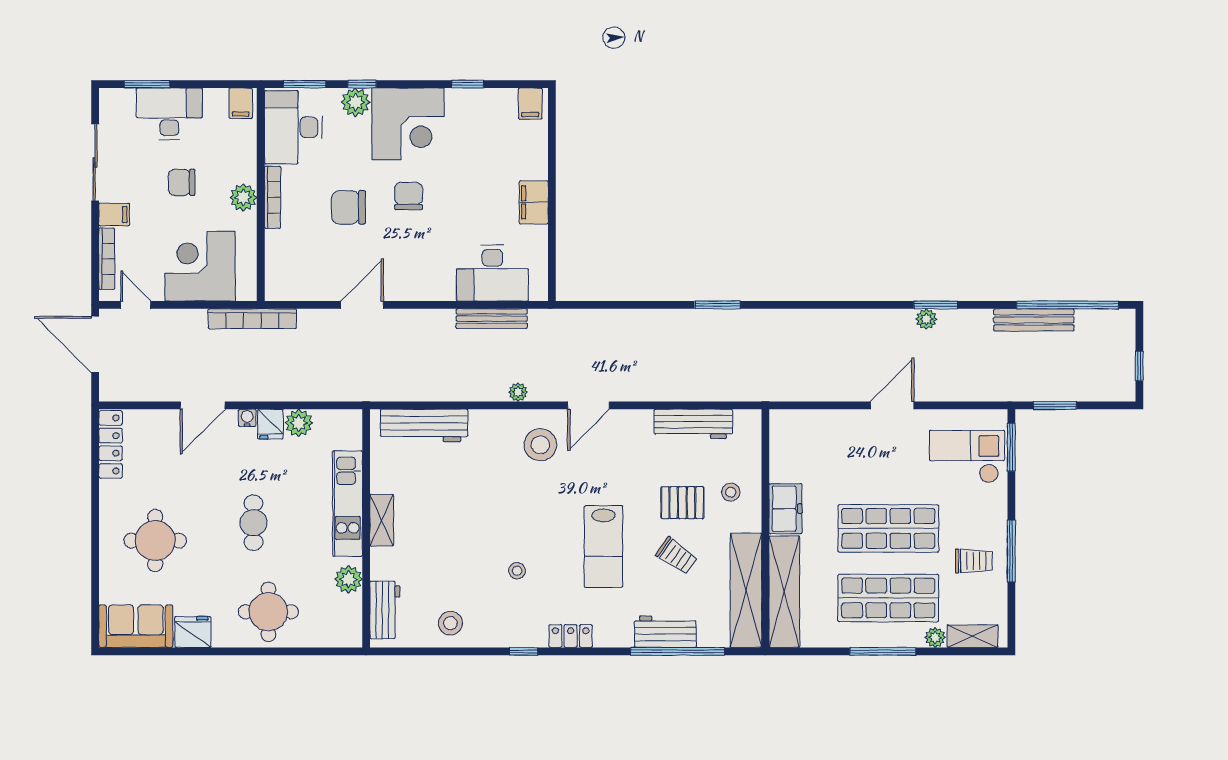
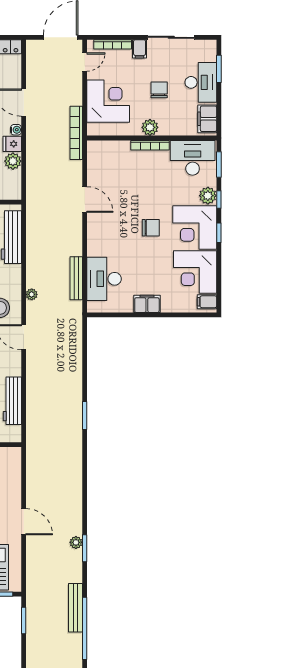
window: (468, 84) -> (219, 233), moved
filing cabinet: (241, 103) -> (207, 119), width x2.00
corner desk: (481, 123) -> (195, 272), added
chair: (348, 207) -> (144, 191), removed

